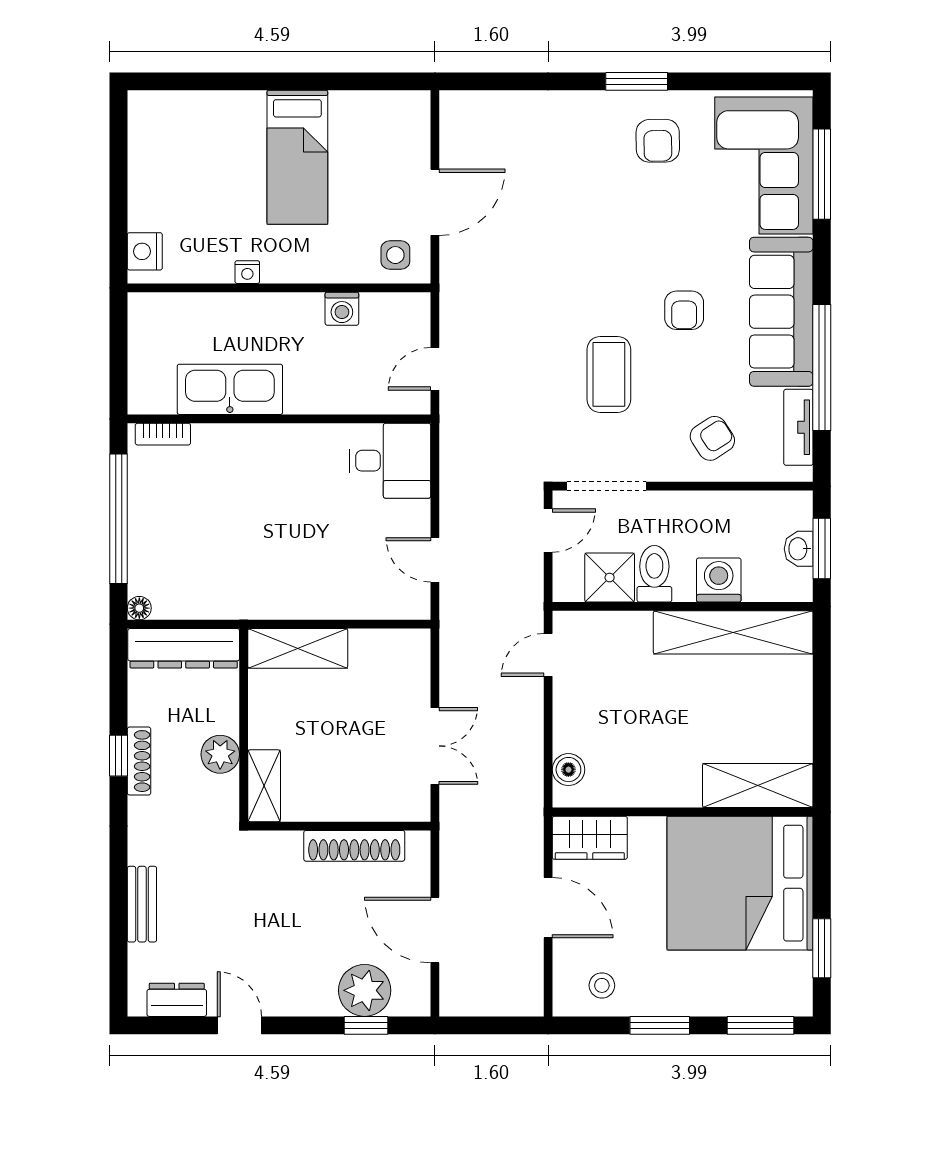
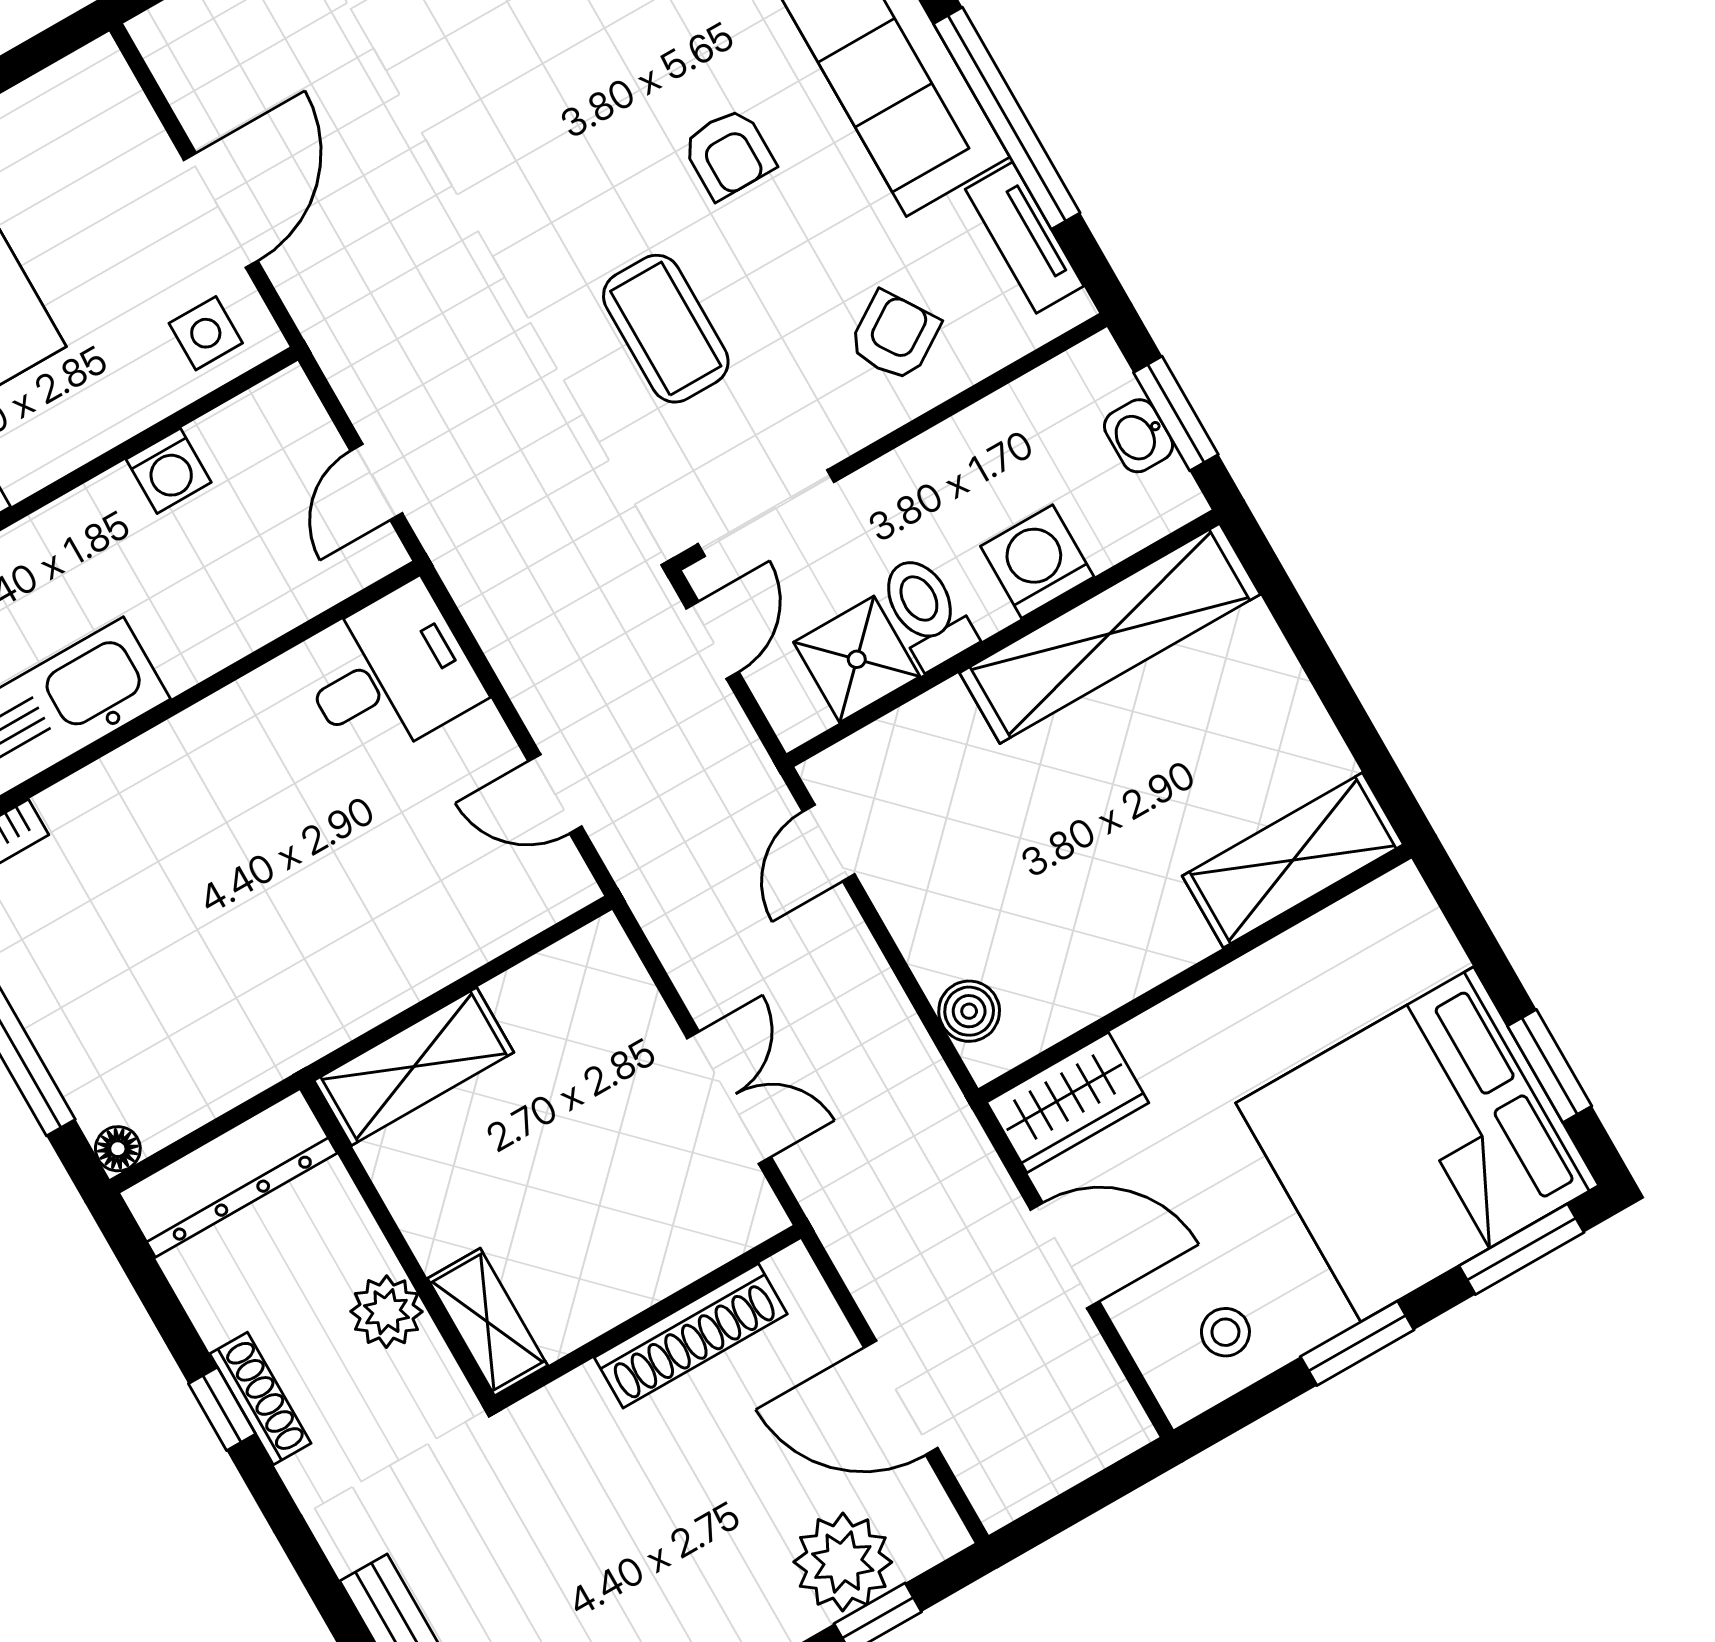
bed: (740, 883) -> (1417, 1144), moved

